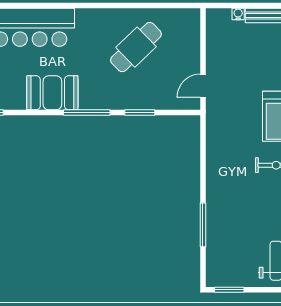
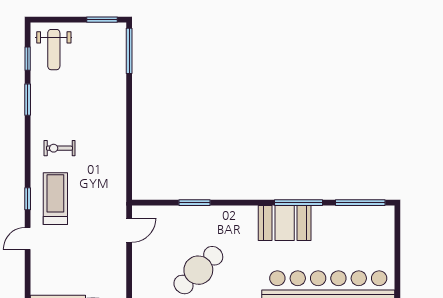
window: (87, 112) -> (298, 203), moved
window: (203, 225) -> (129, 51), moved

